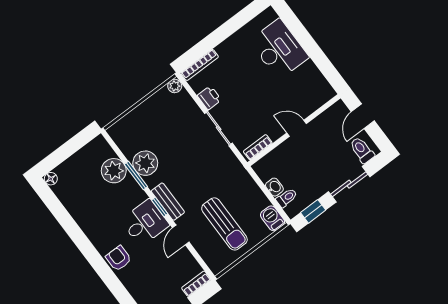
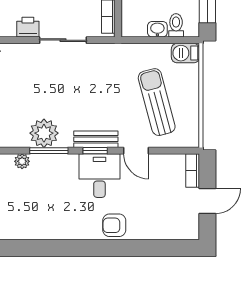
plant: (114, 171) -> (22, 161), width x0.53, depth x0.53
sun lounger: (224, 224) -> (157, 102), turned -105

